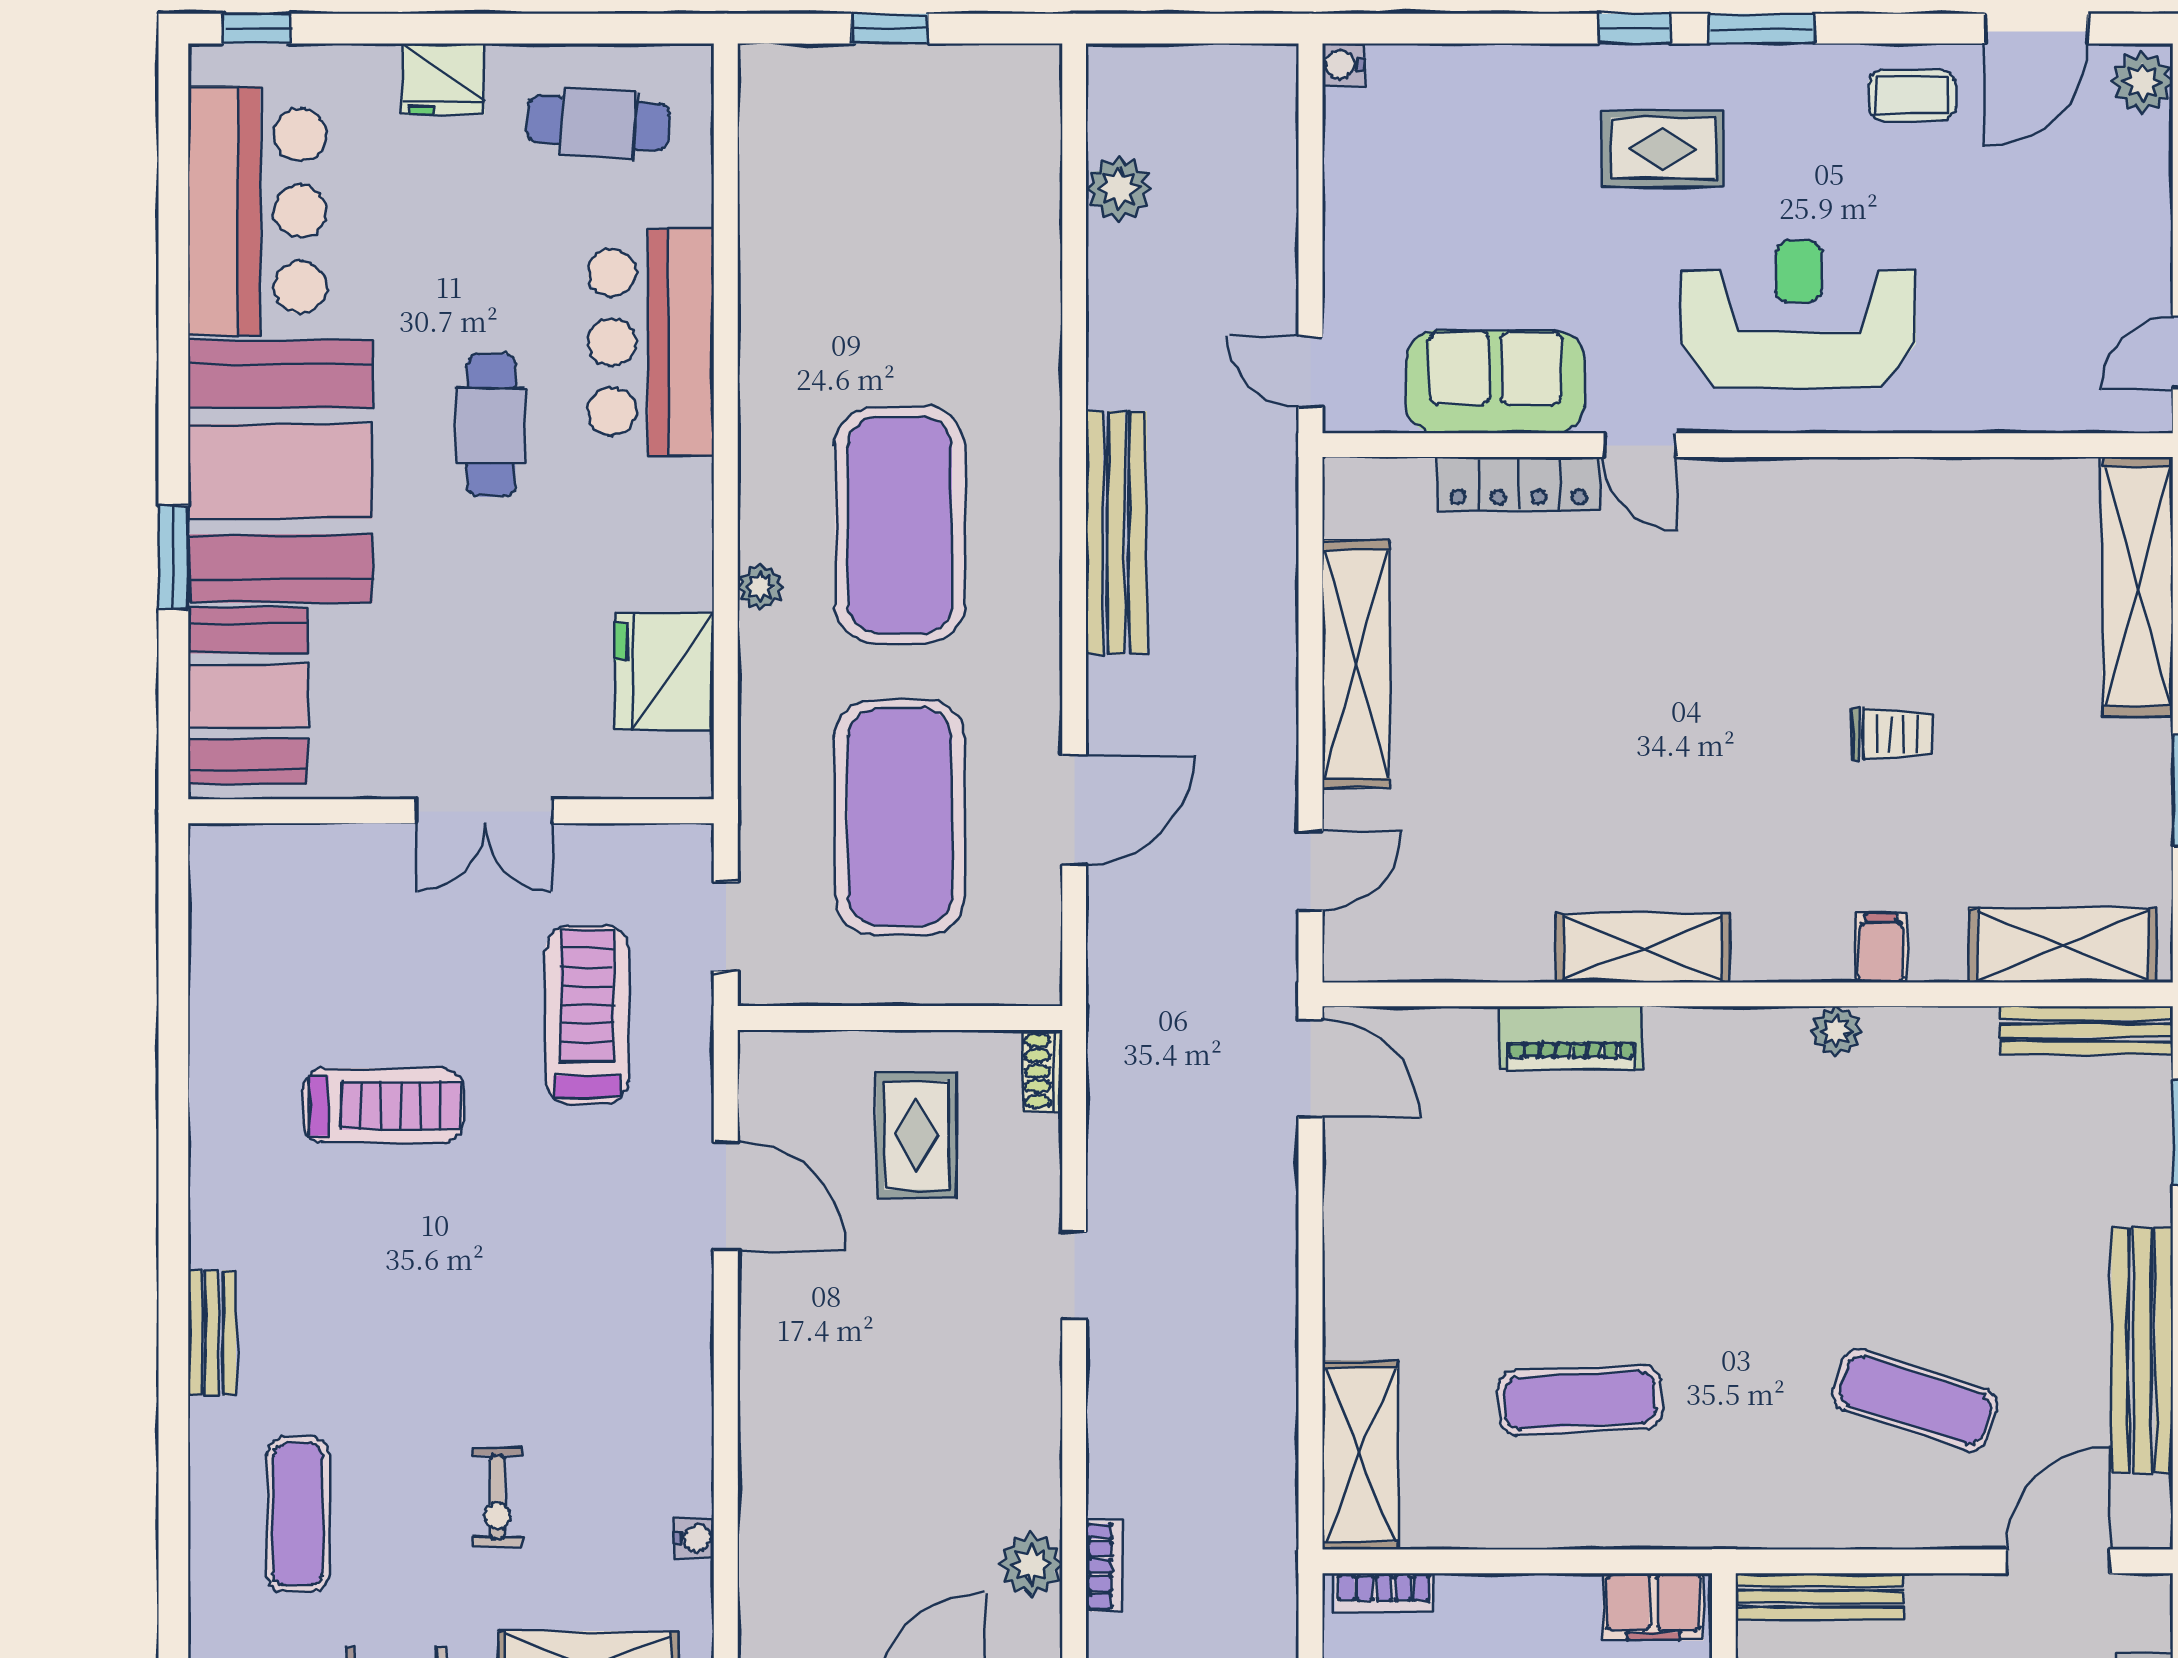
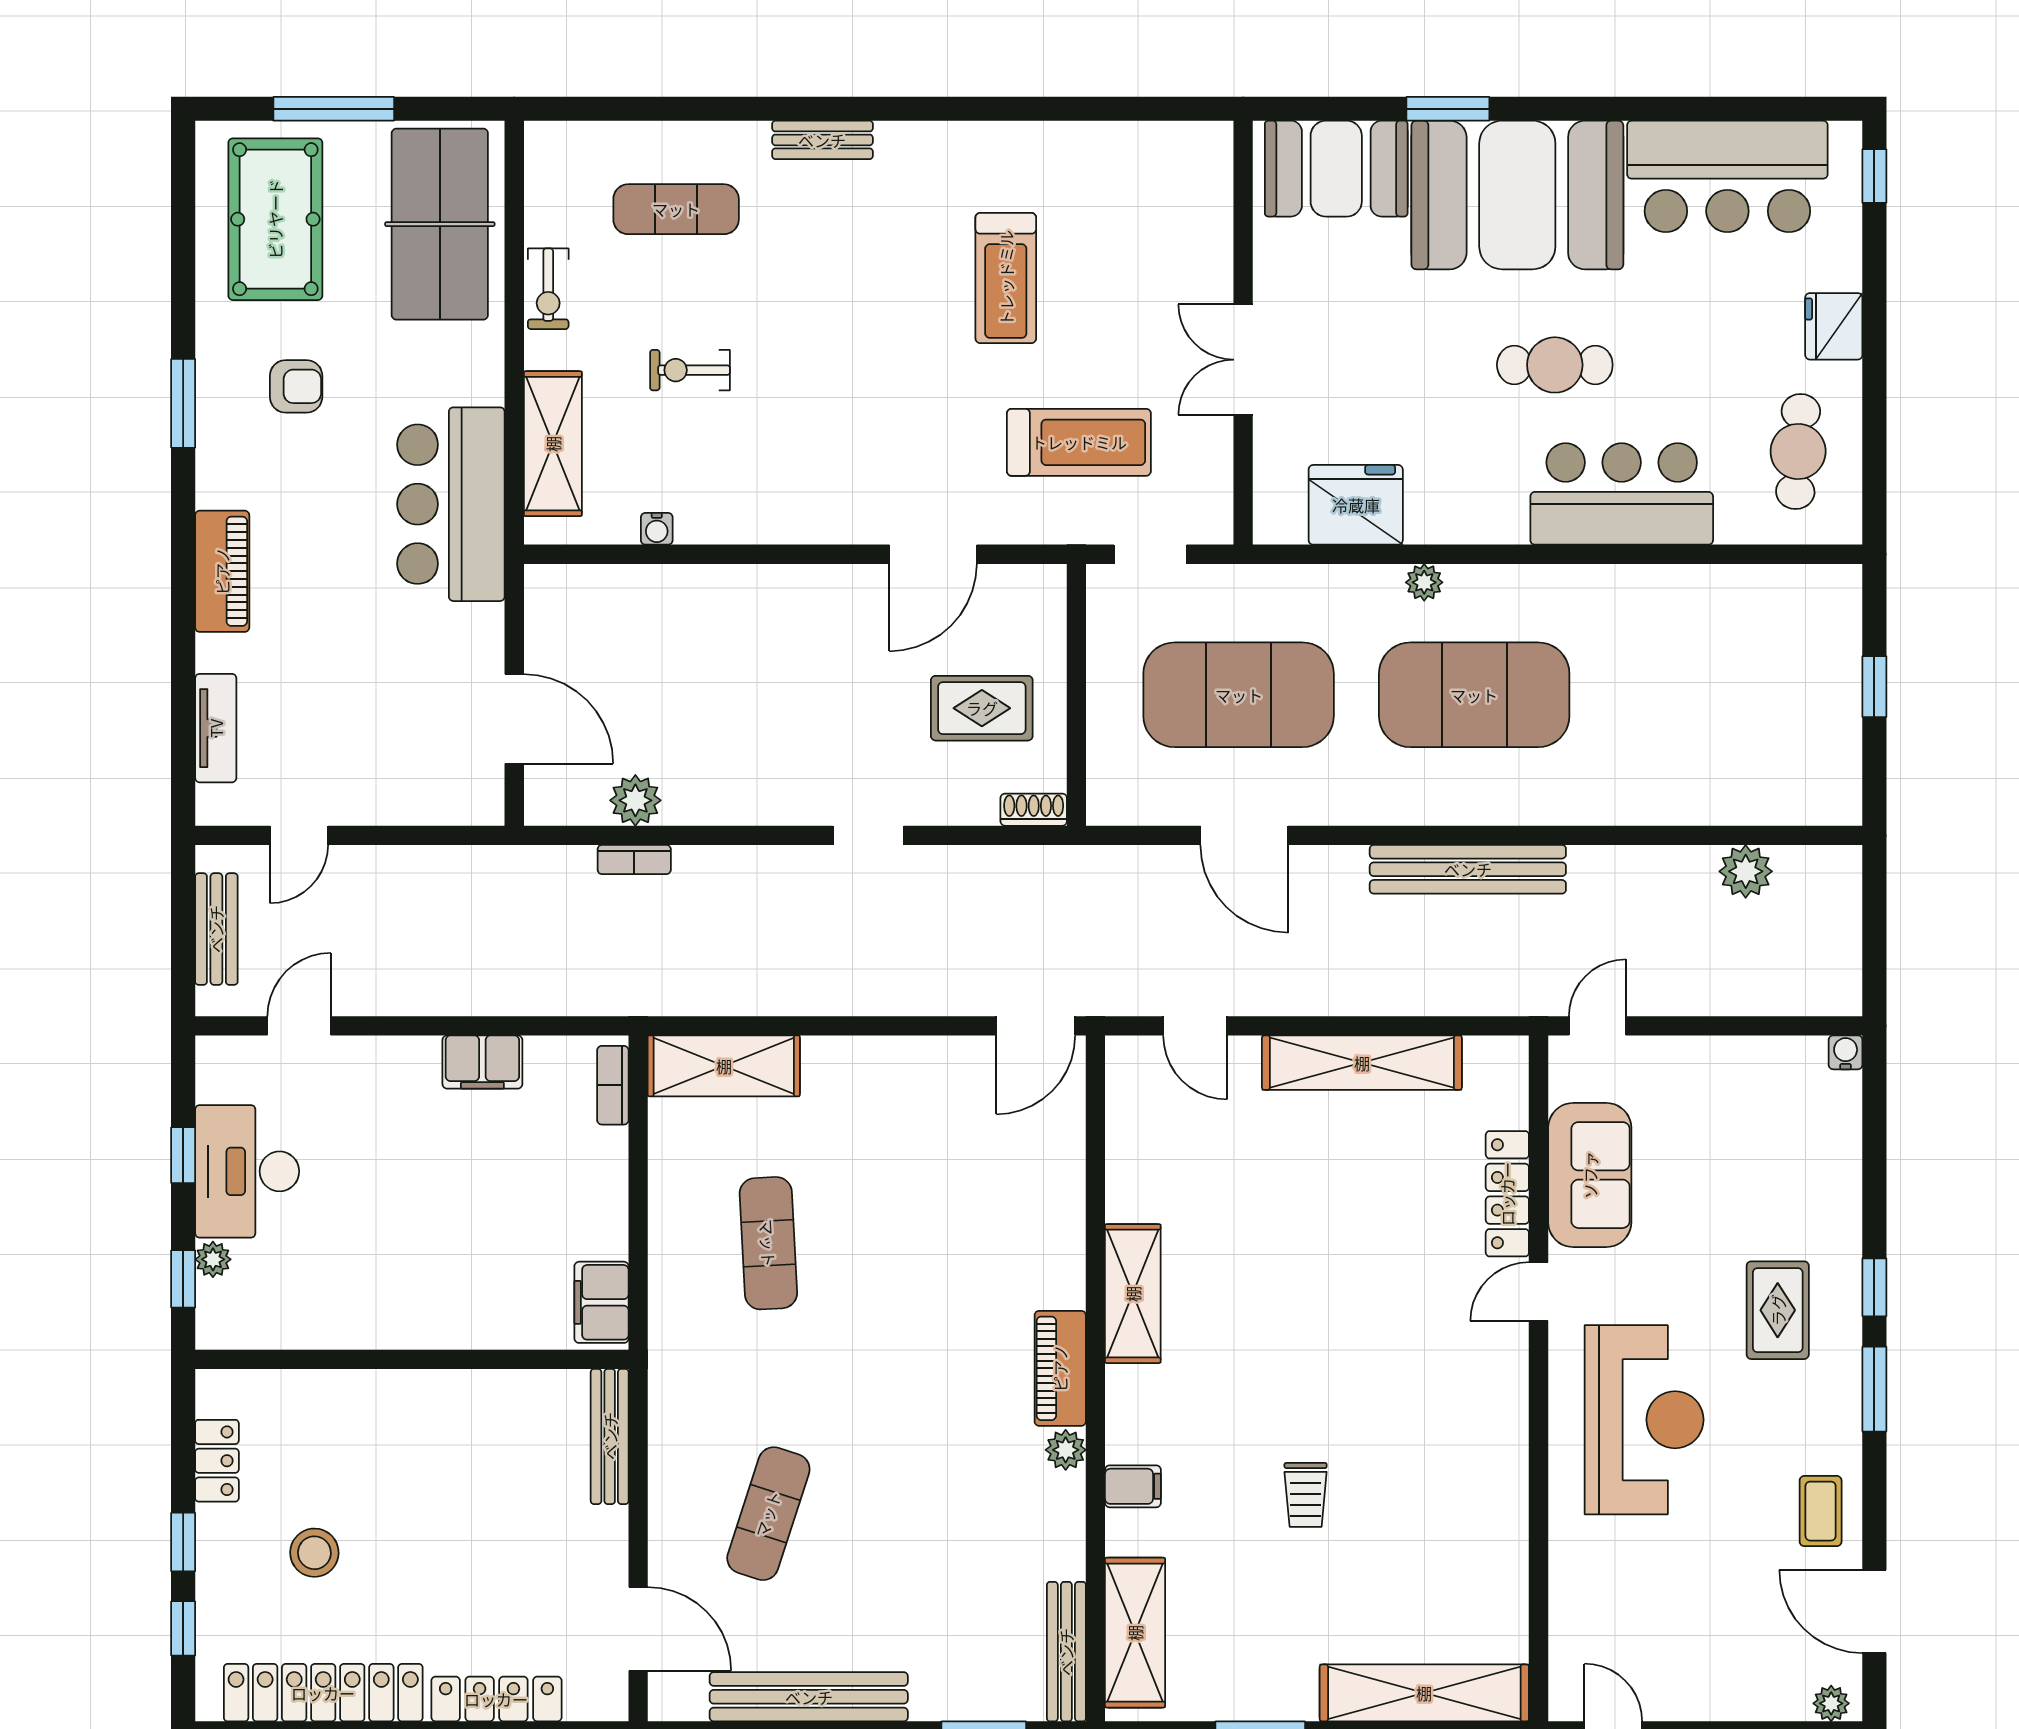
plant: (2142, 82) -> (1831, 1703), width x0.73, depth x0.73
piano: (1571, 1038) -> (1060, 1368), moved

